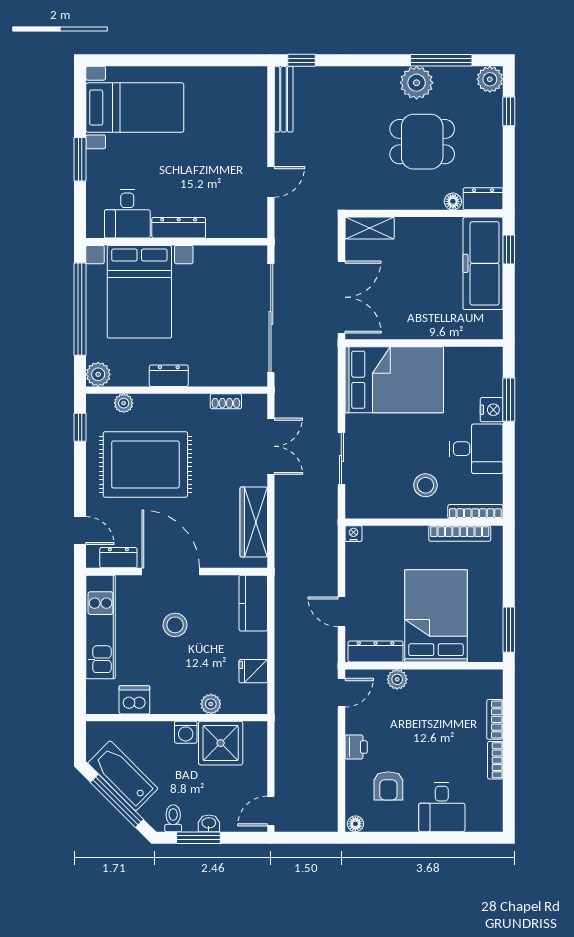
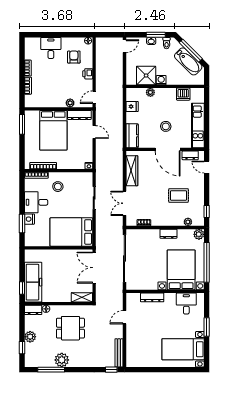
plant: (490, 79) -> (30, 337), moved
dining table: (422, 142) -> (70, 328), moved
dresser: (179, 228) -> (152, 297), moved
rug: (145, 464) -> (179, 195), width x0.54, depth x0.49

